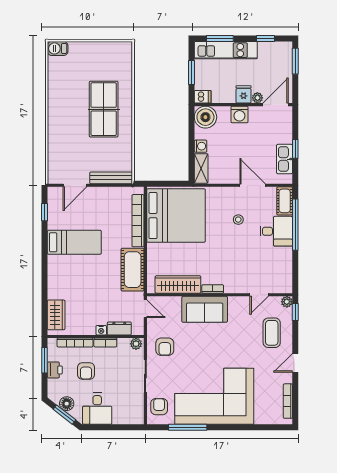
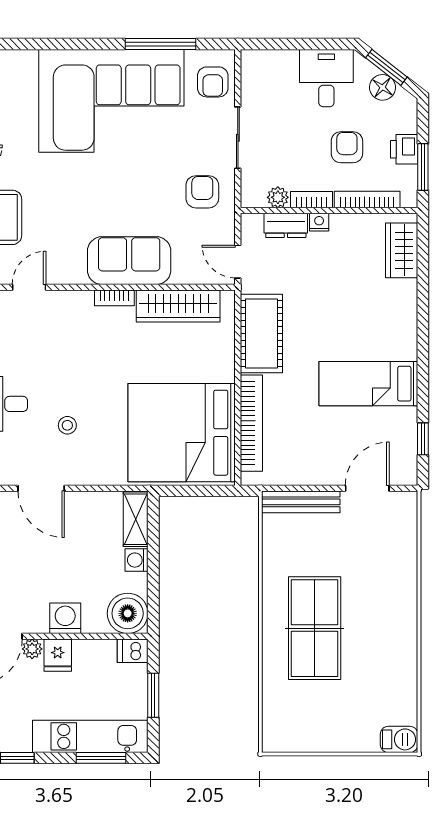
plant: (136, 344) -> (278, 197), moved

